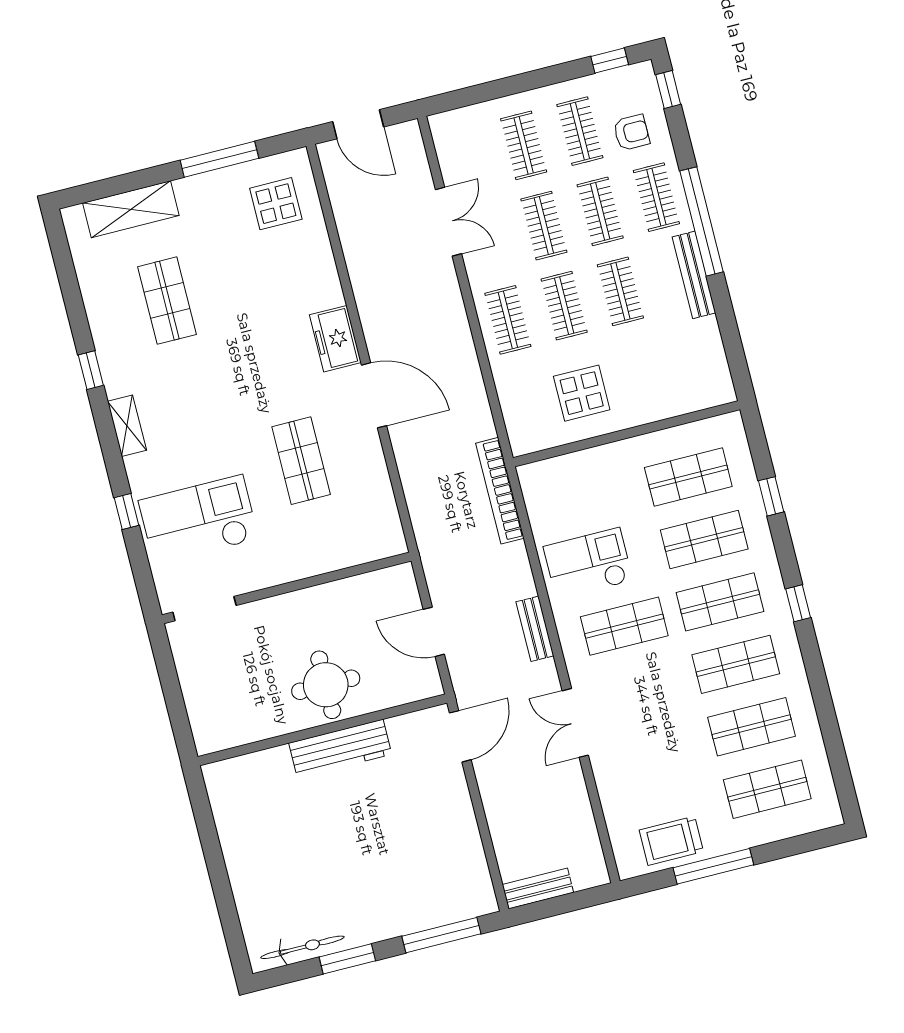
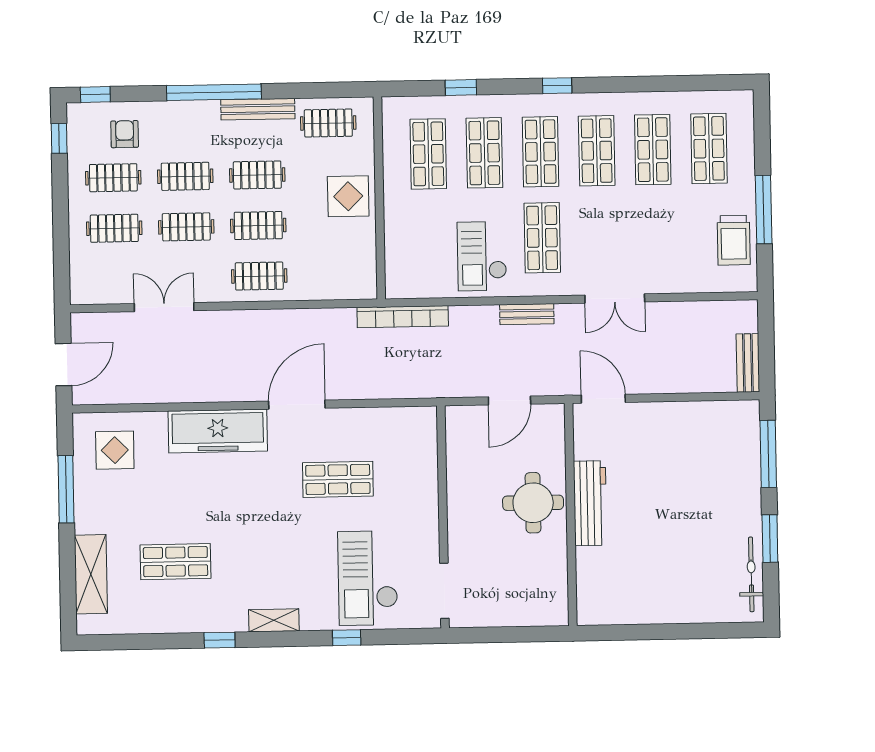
clothes rail: (656, 197) -> (328, 123), moved
freezer: (335, 339) -> (218, 431), width x1.91, depth x1.26
display table: (582, 393) -> (348, 196), moved

